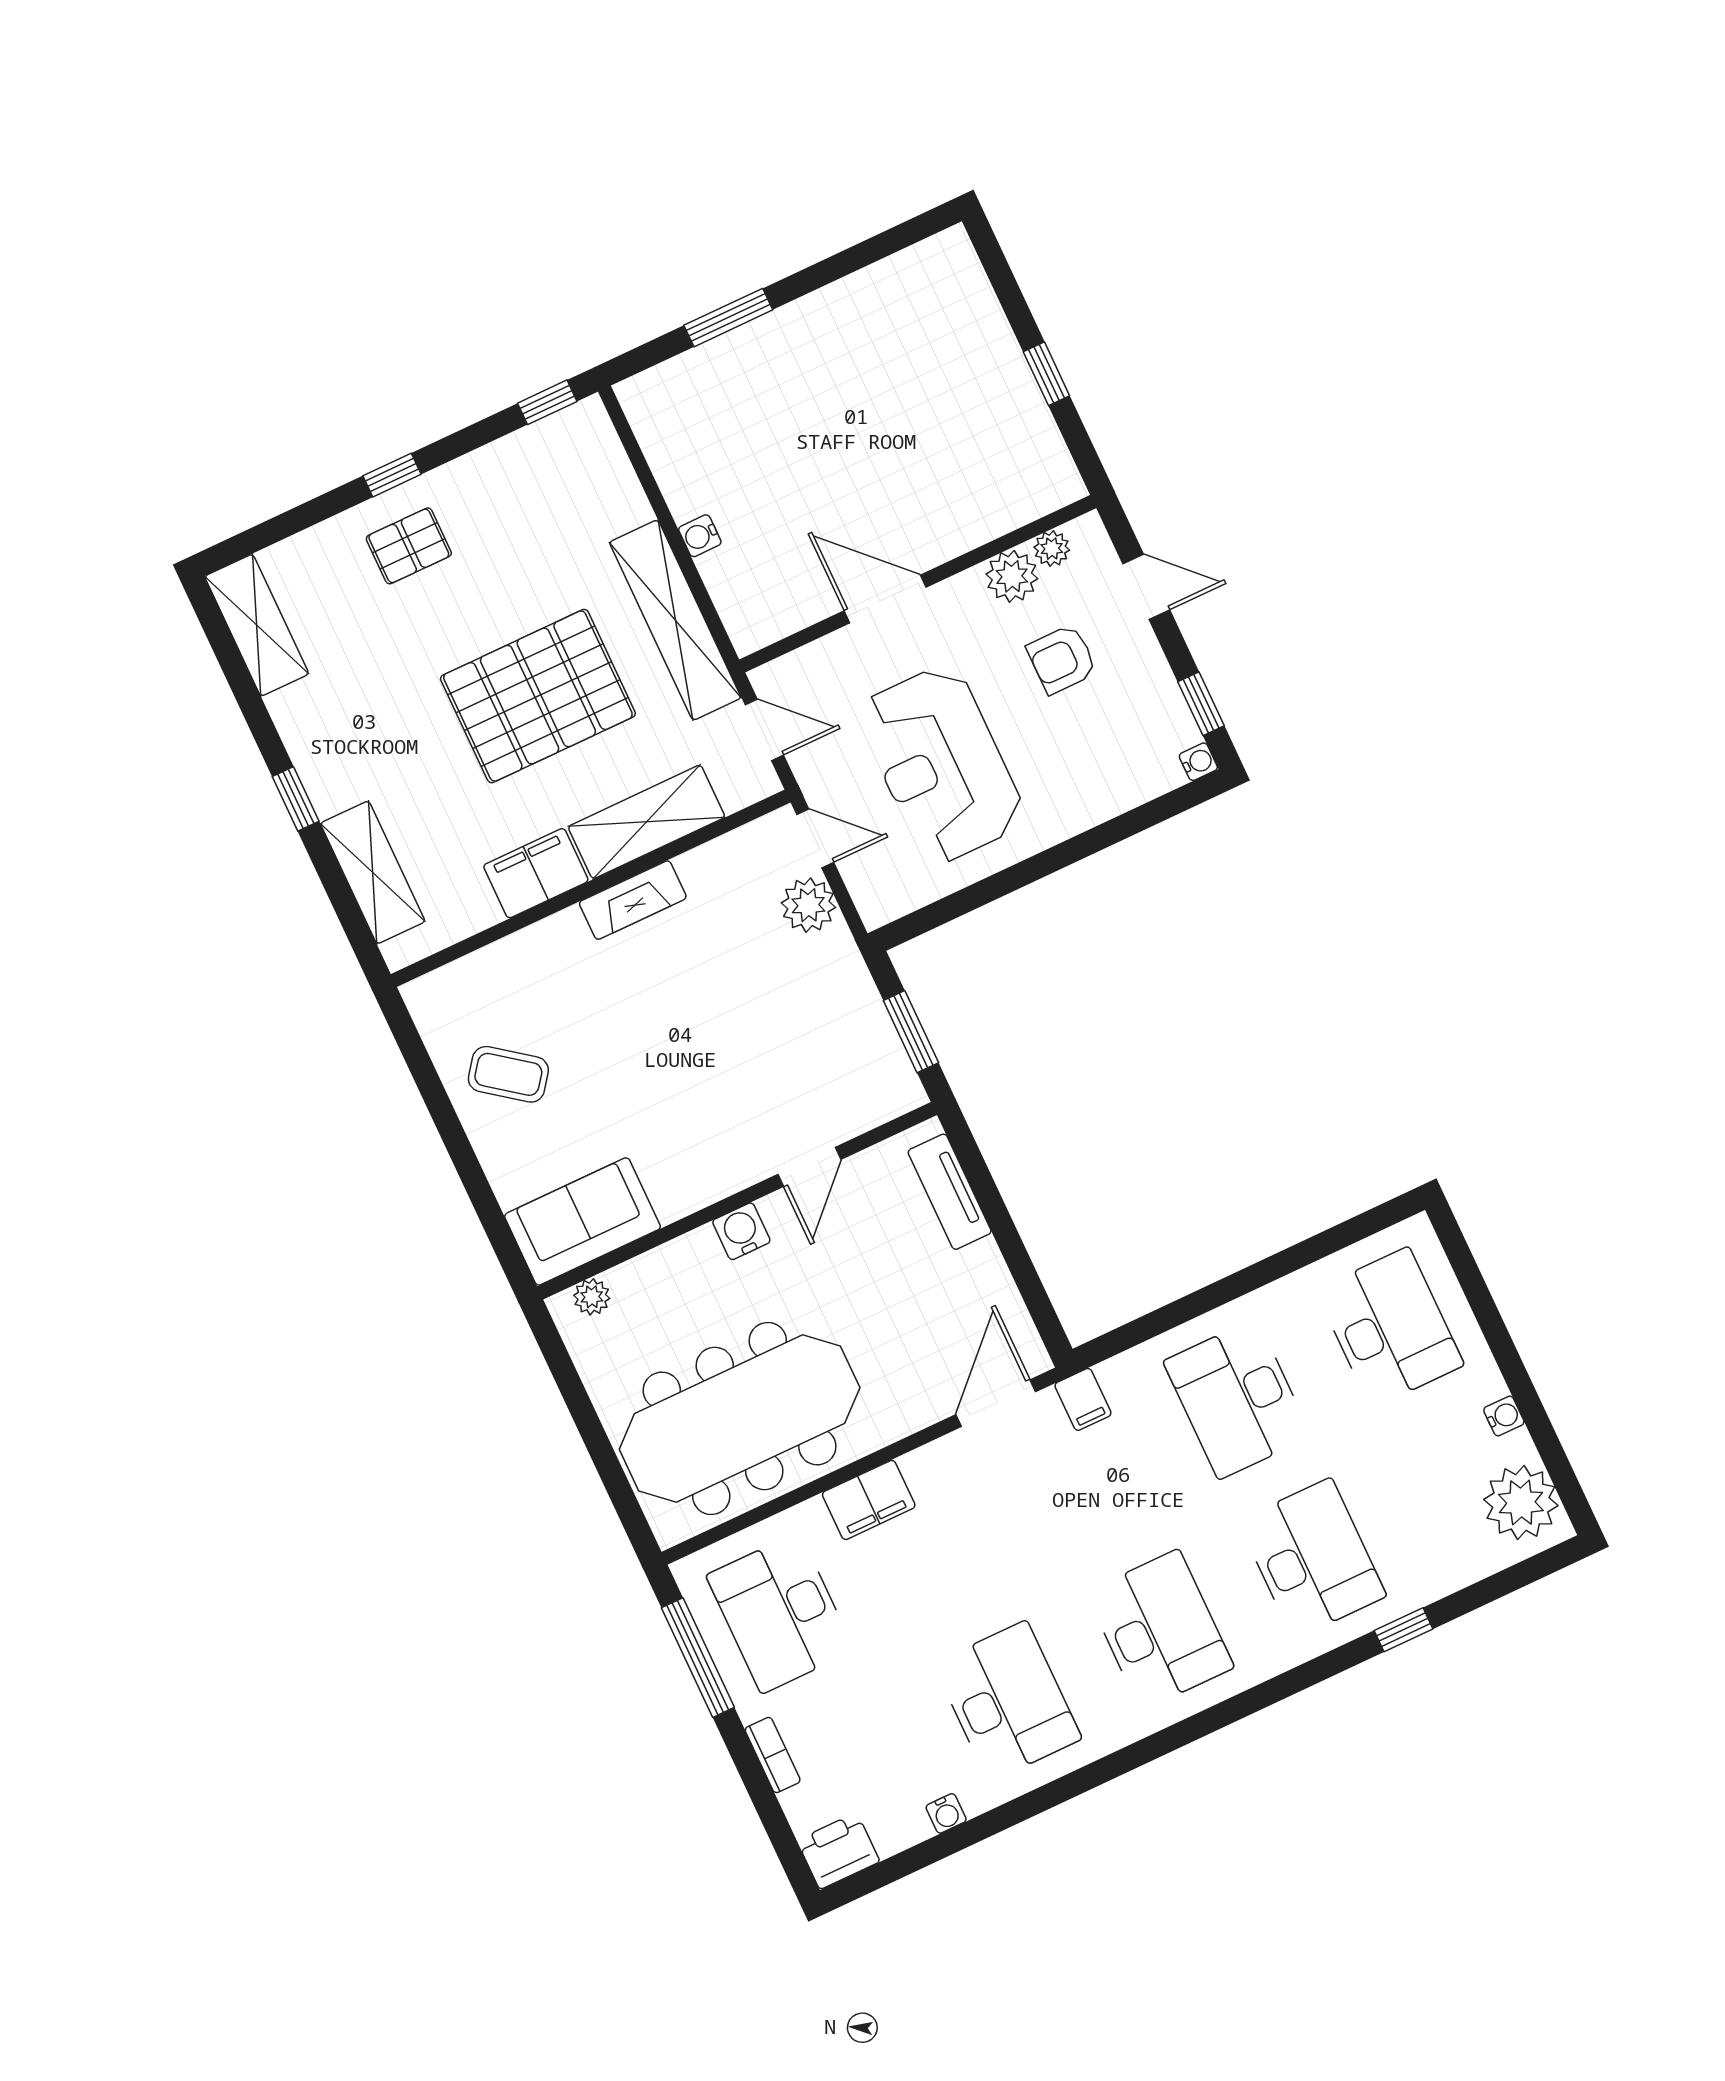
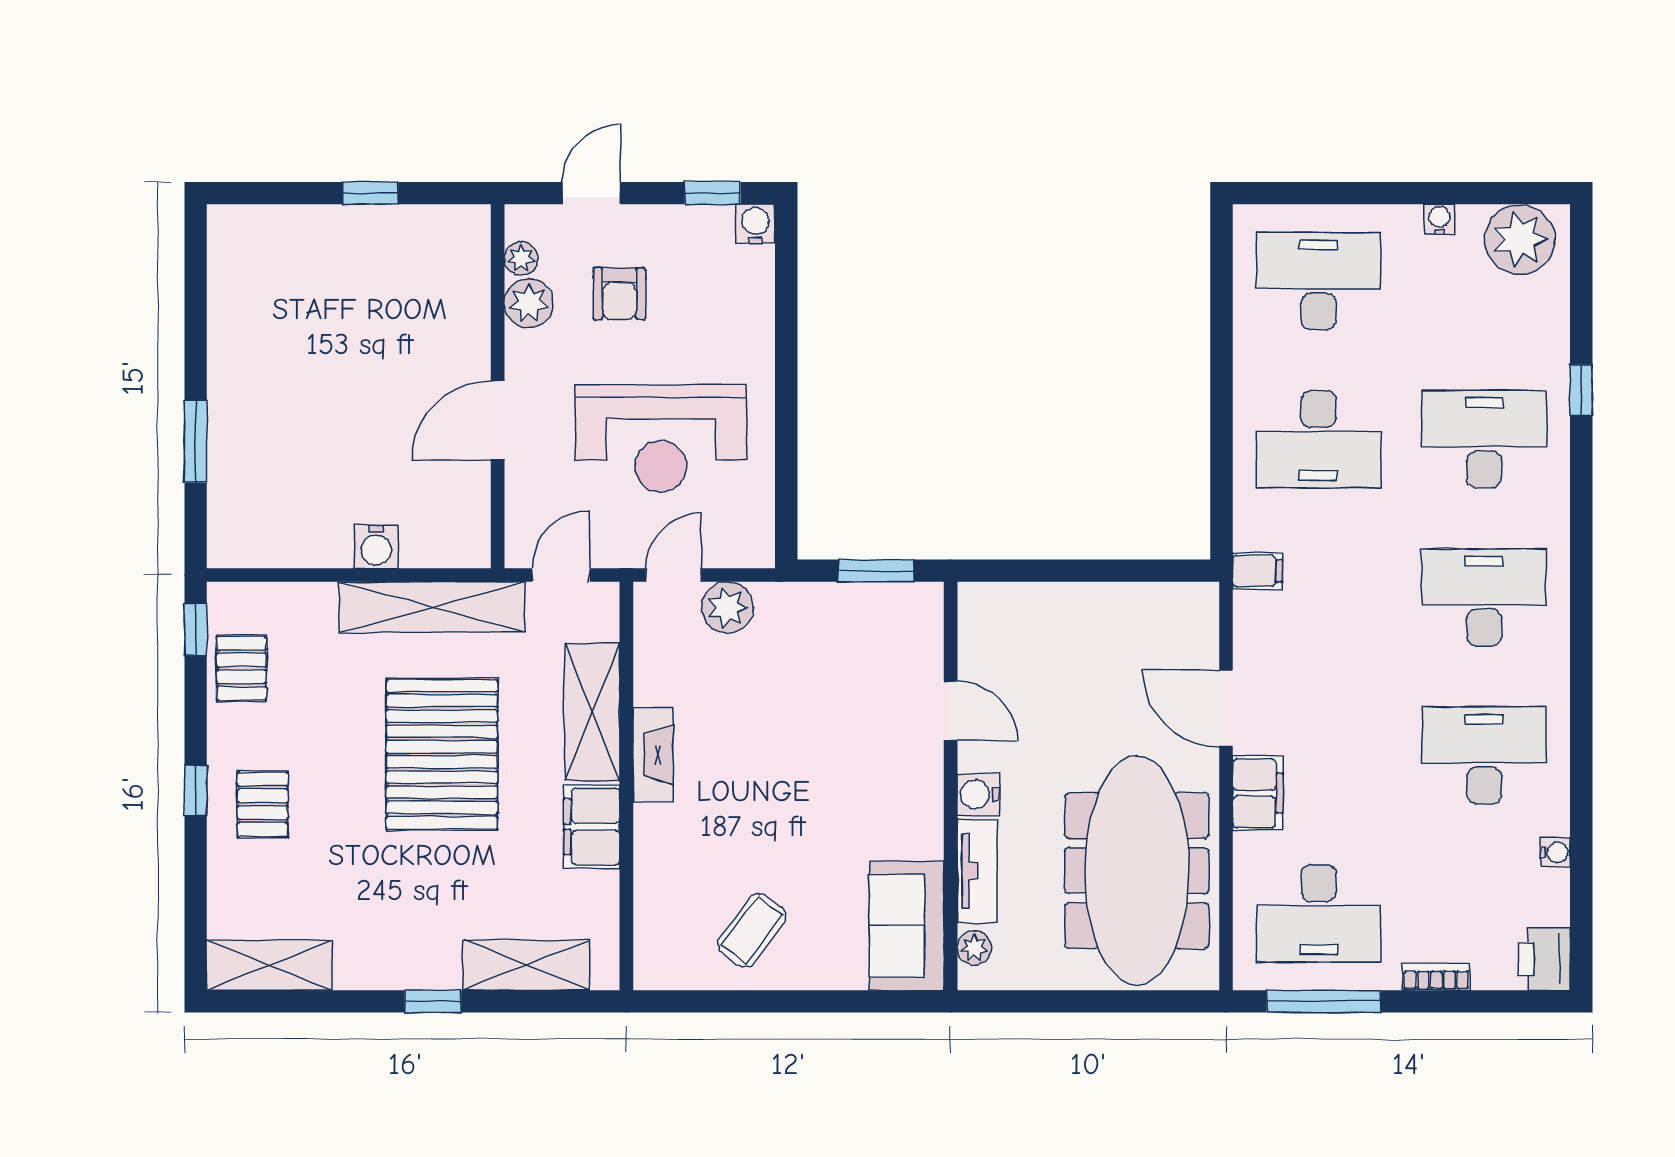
pallet: (530, 464) -> (241, 668), added
water cooler: (700, 536) -> (376, 547), width x1.38, depth x1.38
water cooler: (1198, 762) -> (755, 224), width x1.38, depth x1.38
tv unit: (950, 1192) -> (977, 871), moved, turned -90
door: (996, 1403) -> (1226, 708), moved

